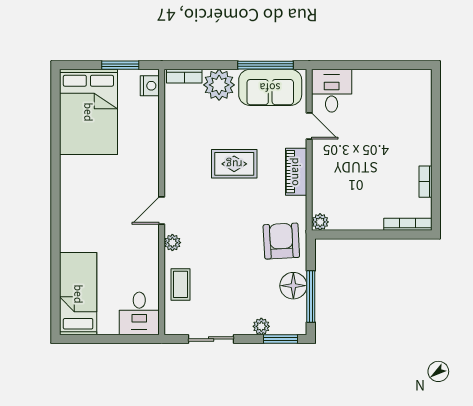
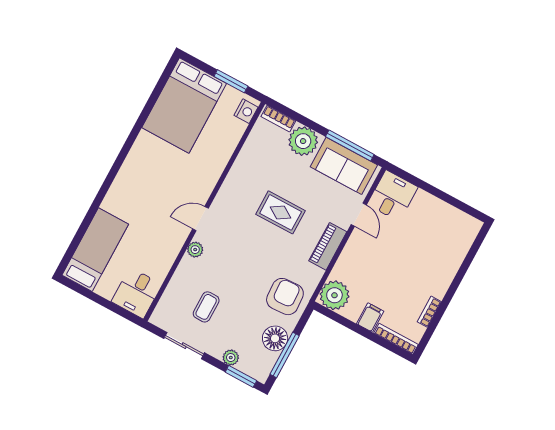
filing cabinet: (373, 217) -> (370, 317), added
plant: (320, 222) -> (334, 295), width x1.88, depth x1.88
coffee table: (181, 284) -> (206, 307), moved

